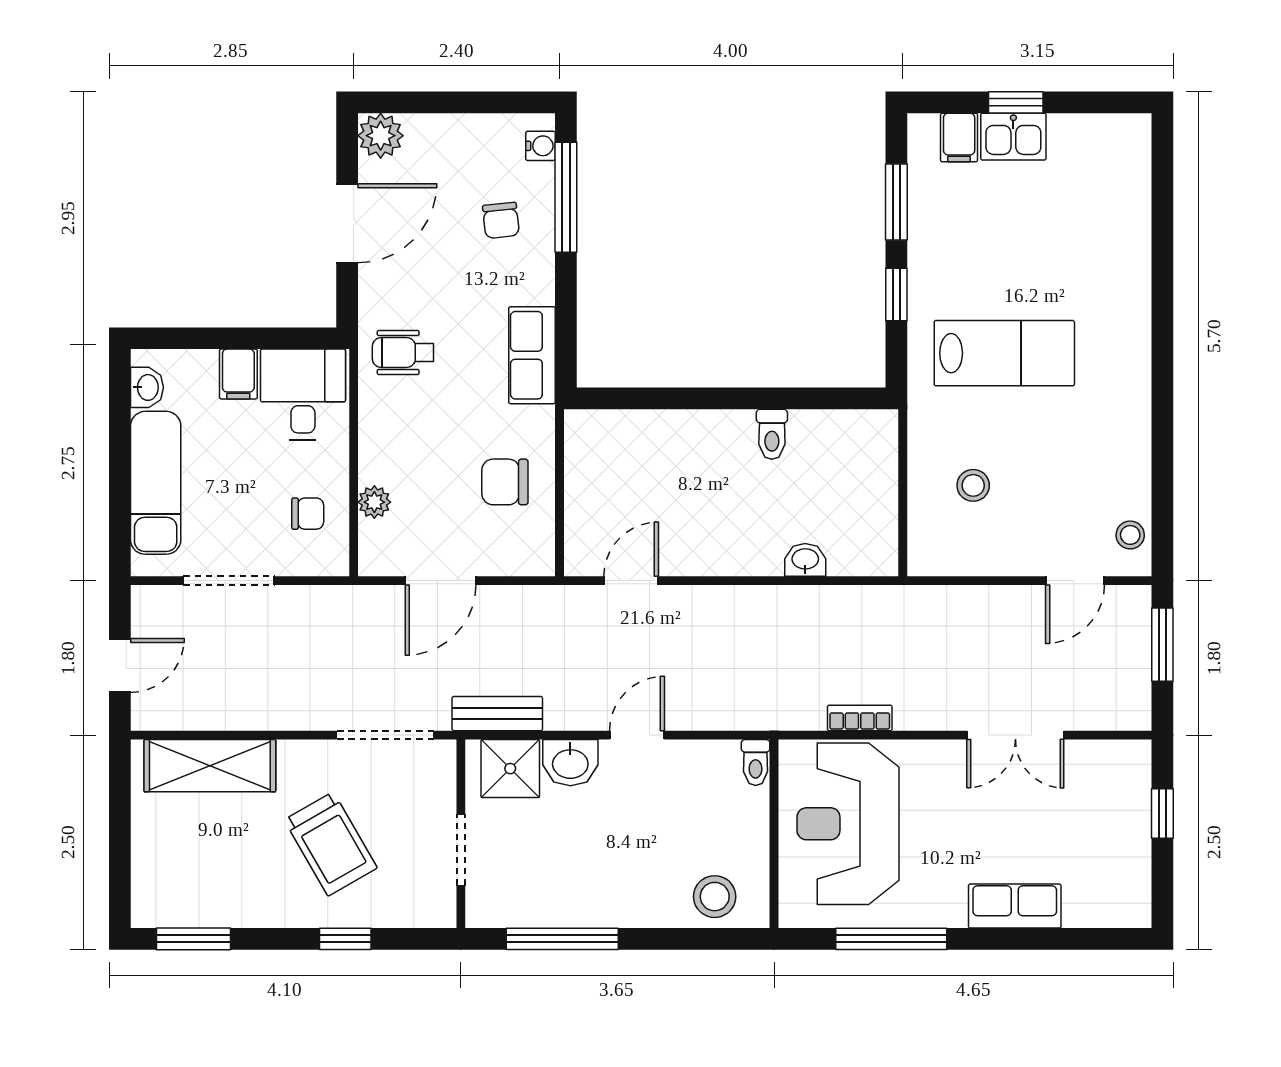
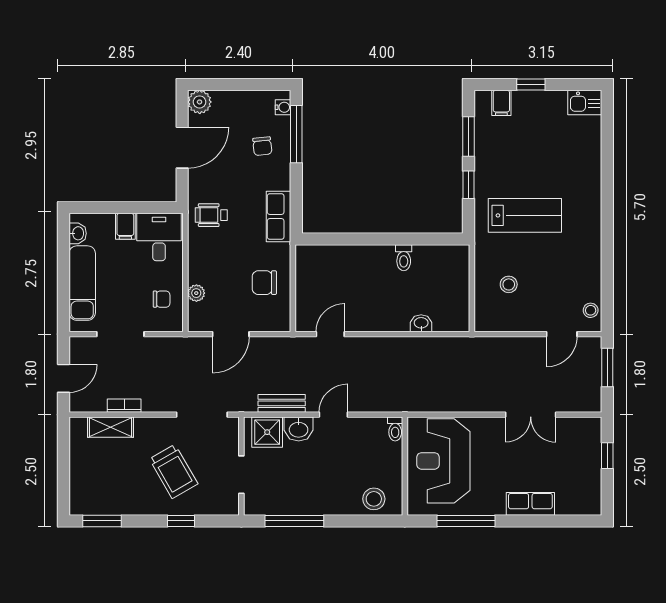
kitchen sink: (1013, 137) -> (585, 102), moved
bench: (497, 714) -> (282, 403), moved
bookcase: (860, 718) -> (124, 406), moved
shelving: (210, 766) -> (110, 427), width x0.67, depth x0.75

